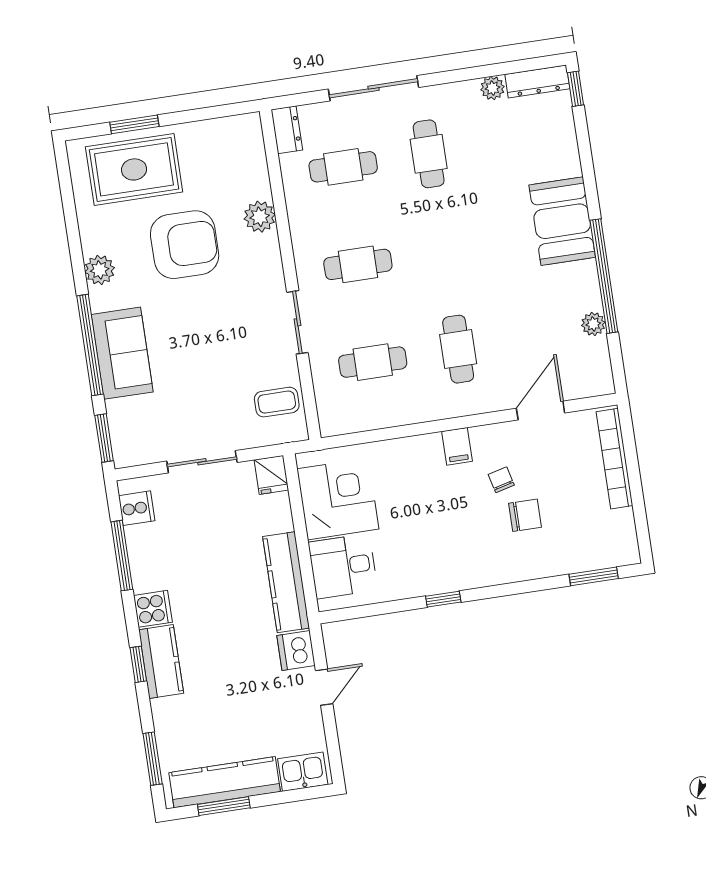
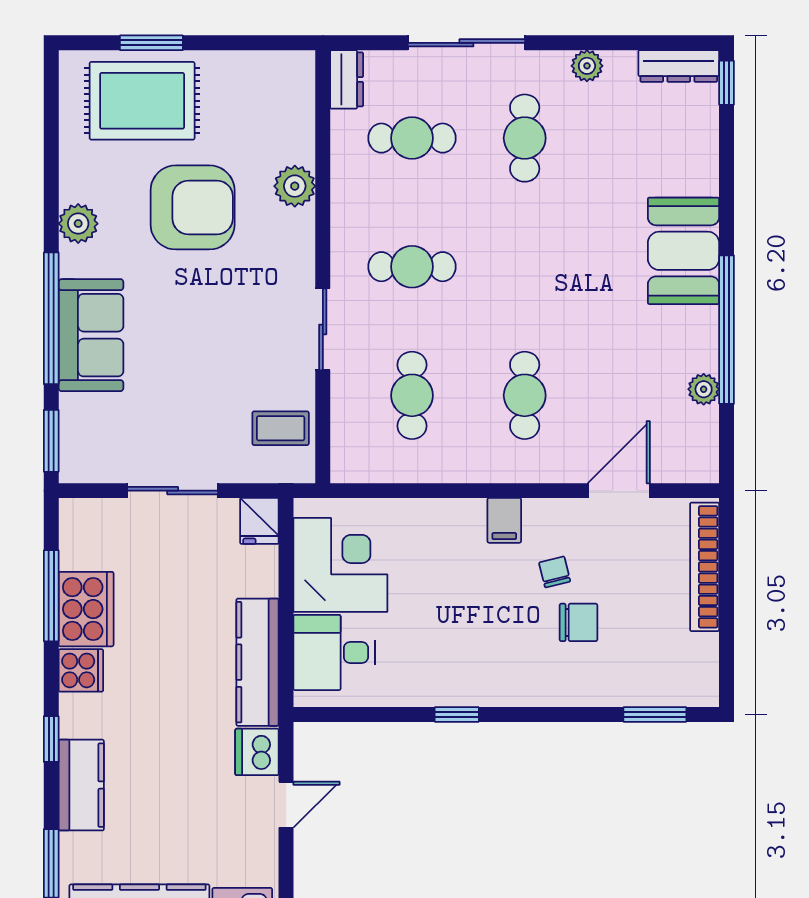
plant: (492, 88) -> (587, 66), moved
cafe table: (373, 362) -> (412, 395), turned 90
cooker: (137, 508) -> (86, 609), moved, width x1.87, depth x1.31
kitchen counter: (161, 662) -> (81, 785), moved

